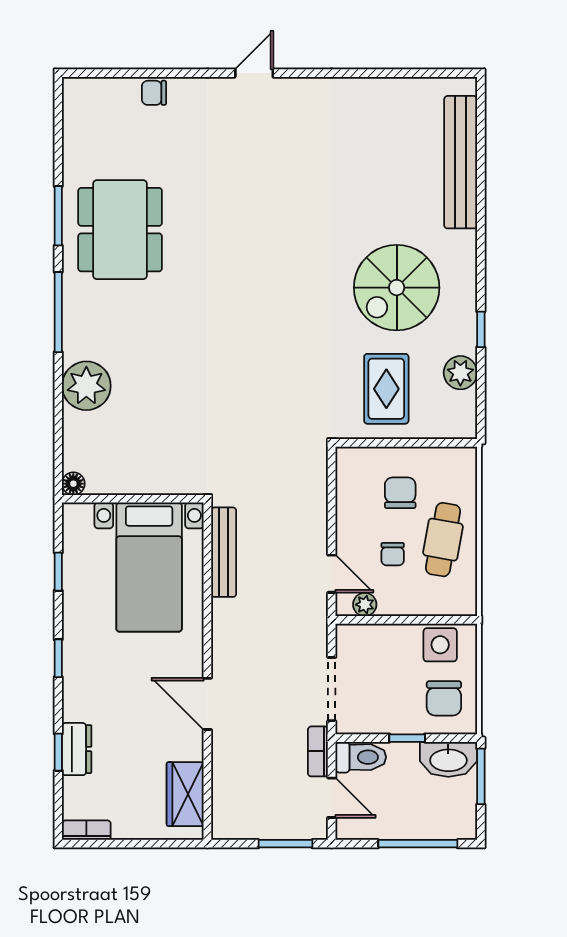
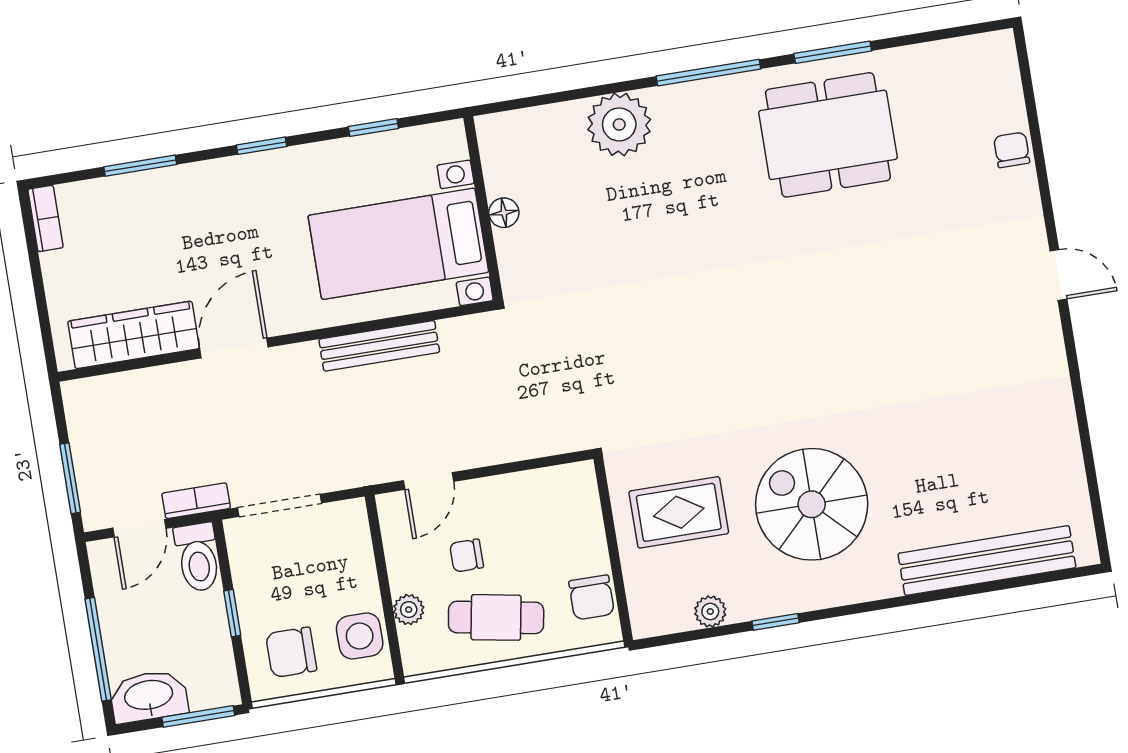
plant: (460, 373) -> (710, 611), width x0.73, depth x0.73
floor lamp: (73, 484) -> (504, 213), moved
chair: (400, 493) -> (592, 597), moved, turned 90
bench: (224, 552) -> (379, 346), moved
plant: (365, 605) -> (409, 610), moved
dresser: (77, 749) -> (148, 189), removed
window: (58, 752) -> (140, 166), width x1.50
washbasin: (448, 759) -> (149, 696), moved, turned 90
wardrobe: (185, 794) -> (134, 335), width x1.50

